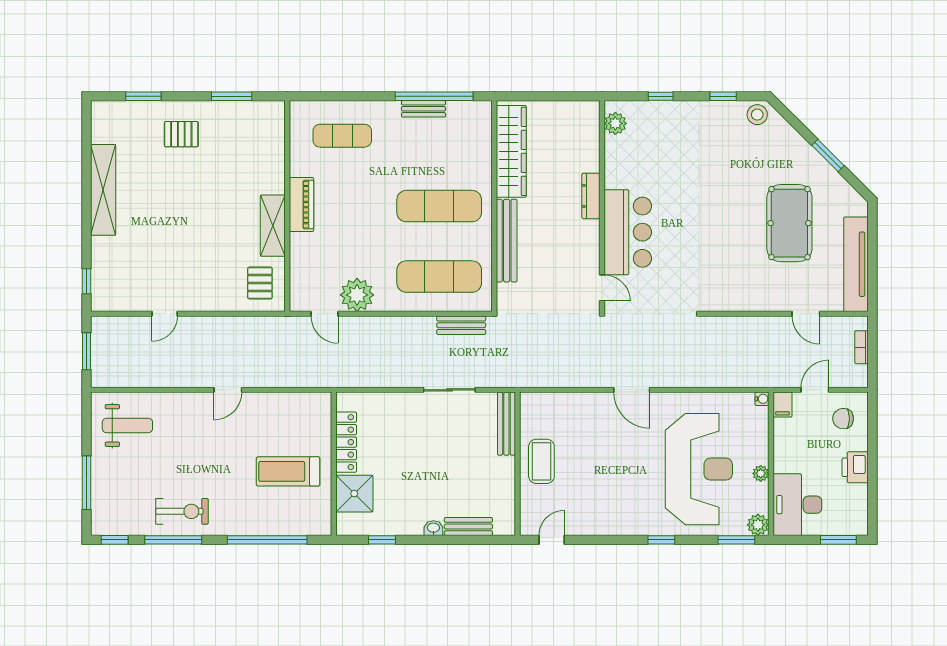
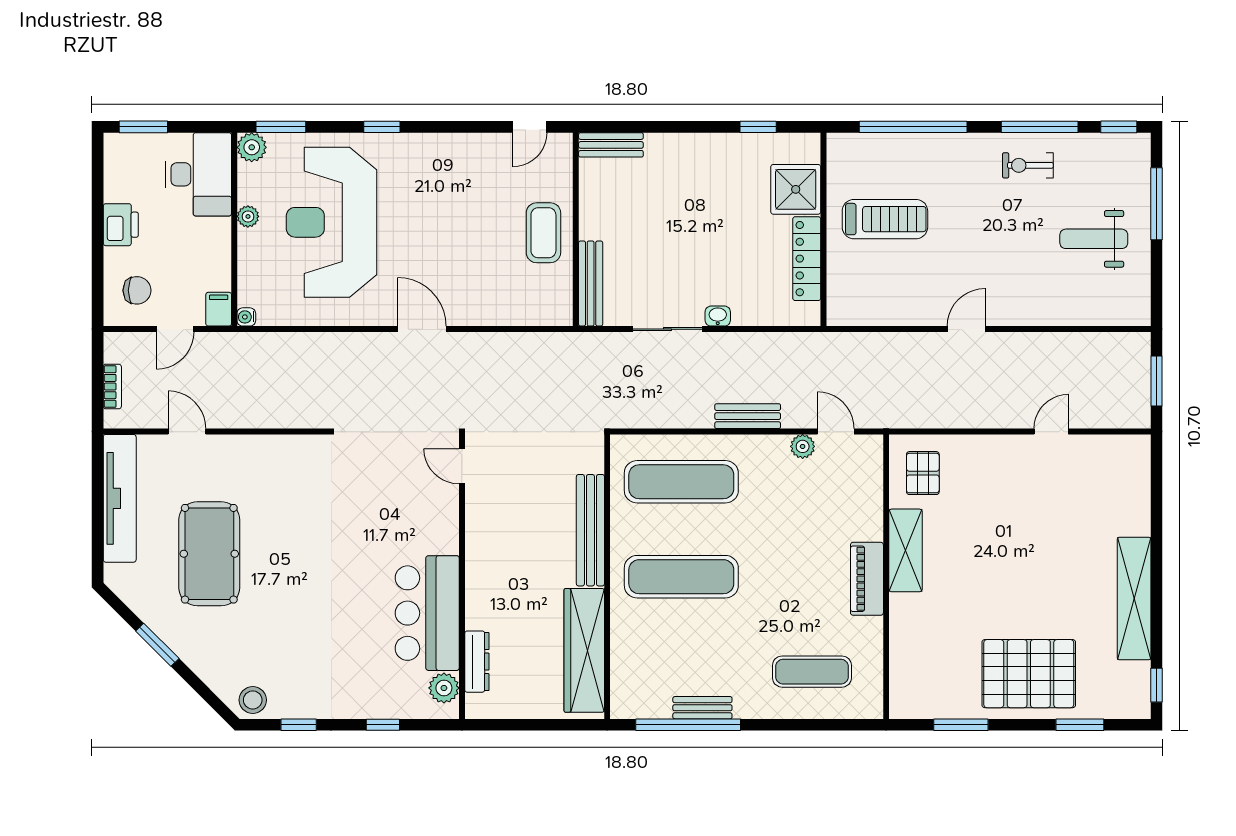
pallet: (181, 134) -> (1029, 674), width x2.05, depth x2.00
dresser: (591, 196) -> (477, 662), moved
bar counter: (628, 232) -> (427, 613), moved
window: (86, 281) -> (1157, 685), moved
plant: (357, 295) -> (803, 446), width x0.53, depth x0.53
bench: (461, 325) -> (748, 416), moved
weight bench: (127, 425) -> (1094, 239), moved
exercise bike: (182, 511) -> (1028, 165), width x0.73, depth x0.72
bench: (468, 526) -> (611, 145), moved
washbasin: (433, 528) -> (718, 316), moved, turned 180

